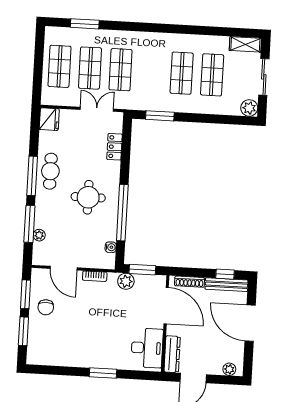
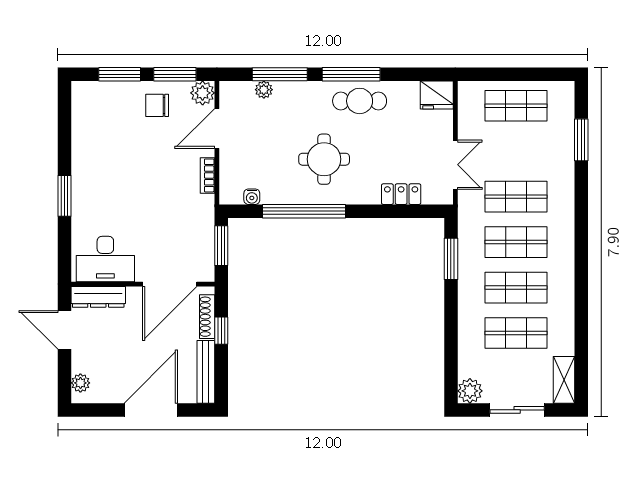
shop shelf: (90, 68) -> (516, 242), moved
window: (225, 274) -> (221, 331), moved
plant: (126, 281) -> (203, 93), moved

